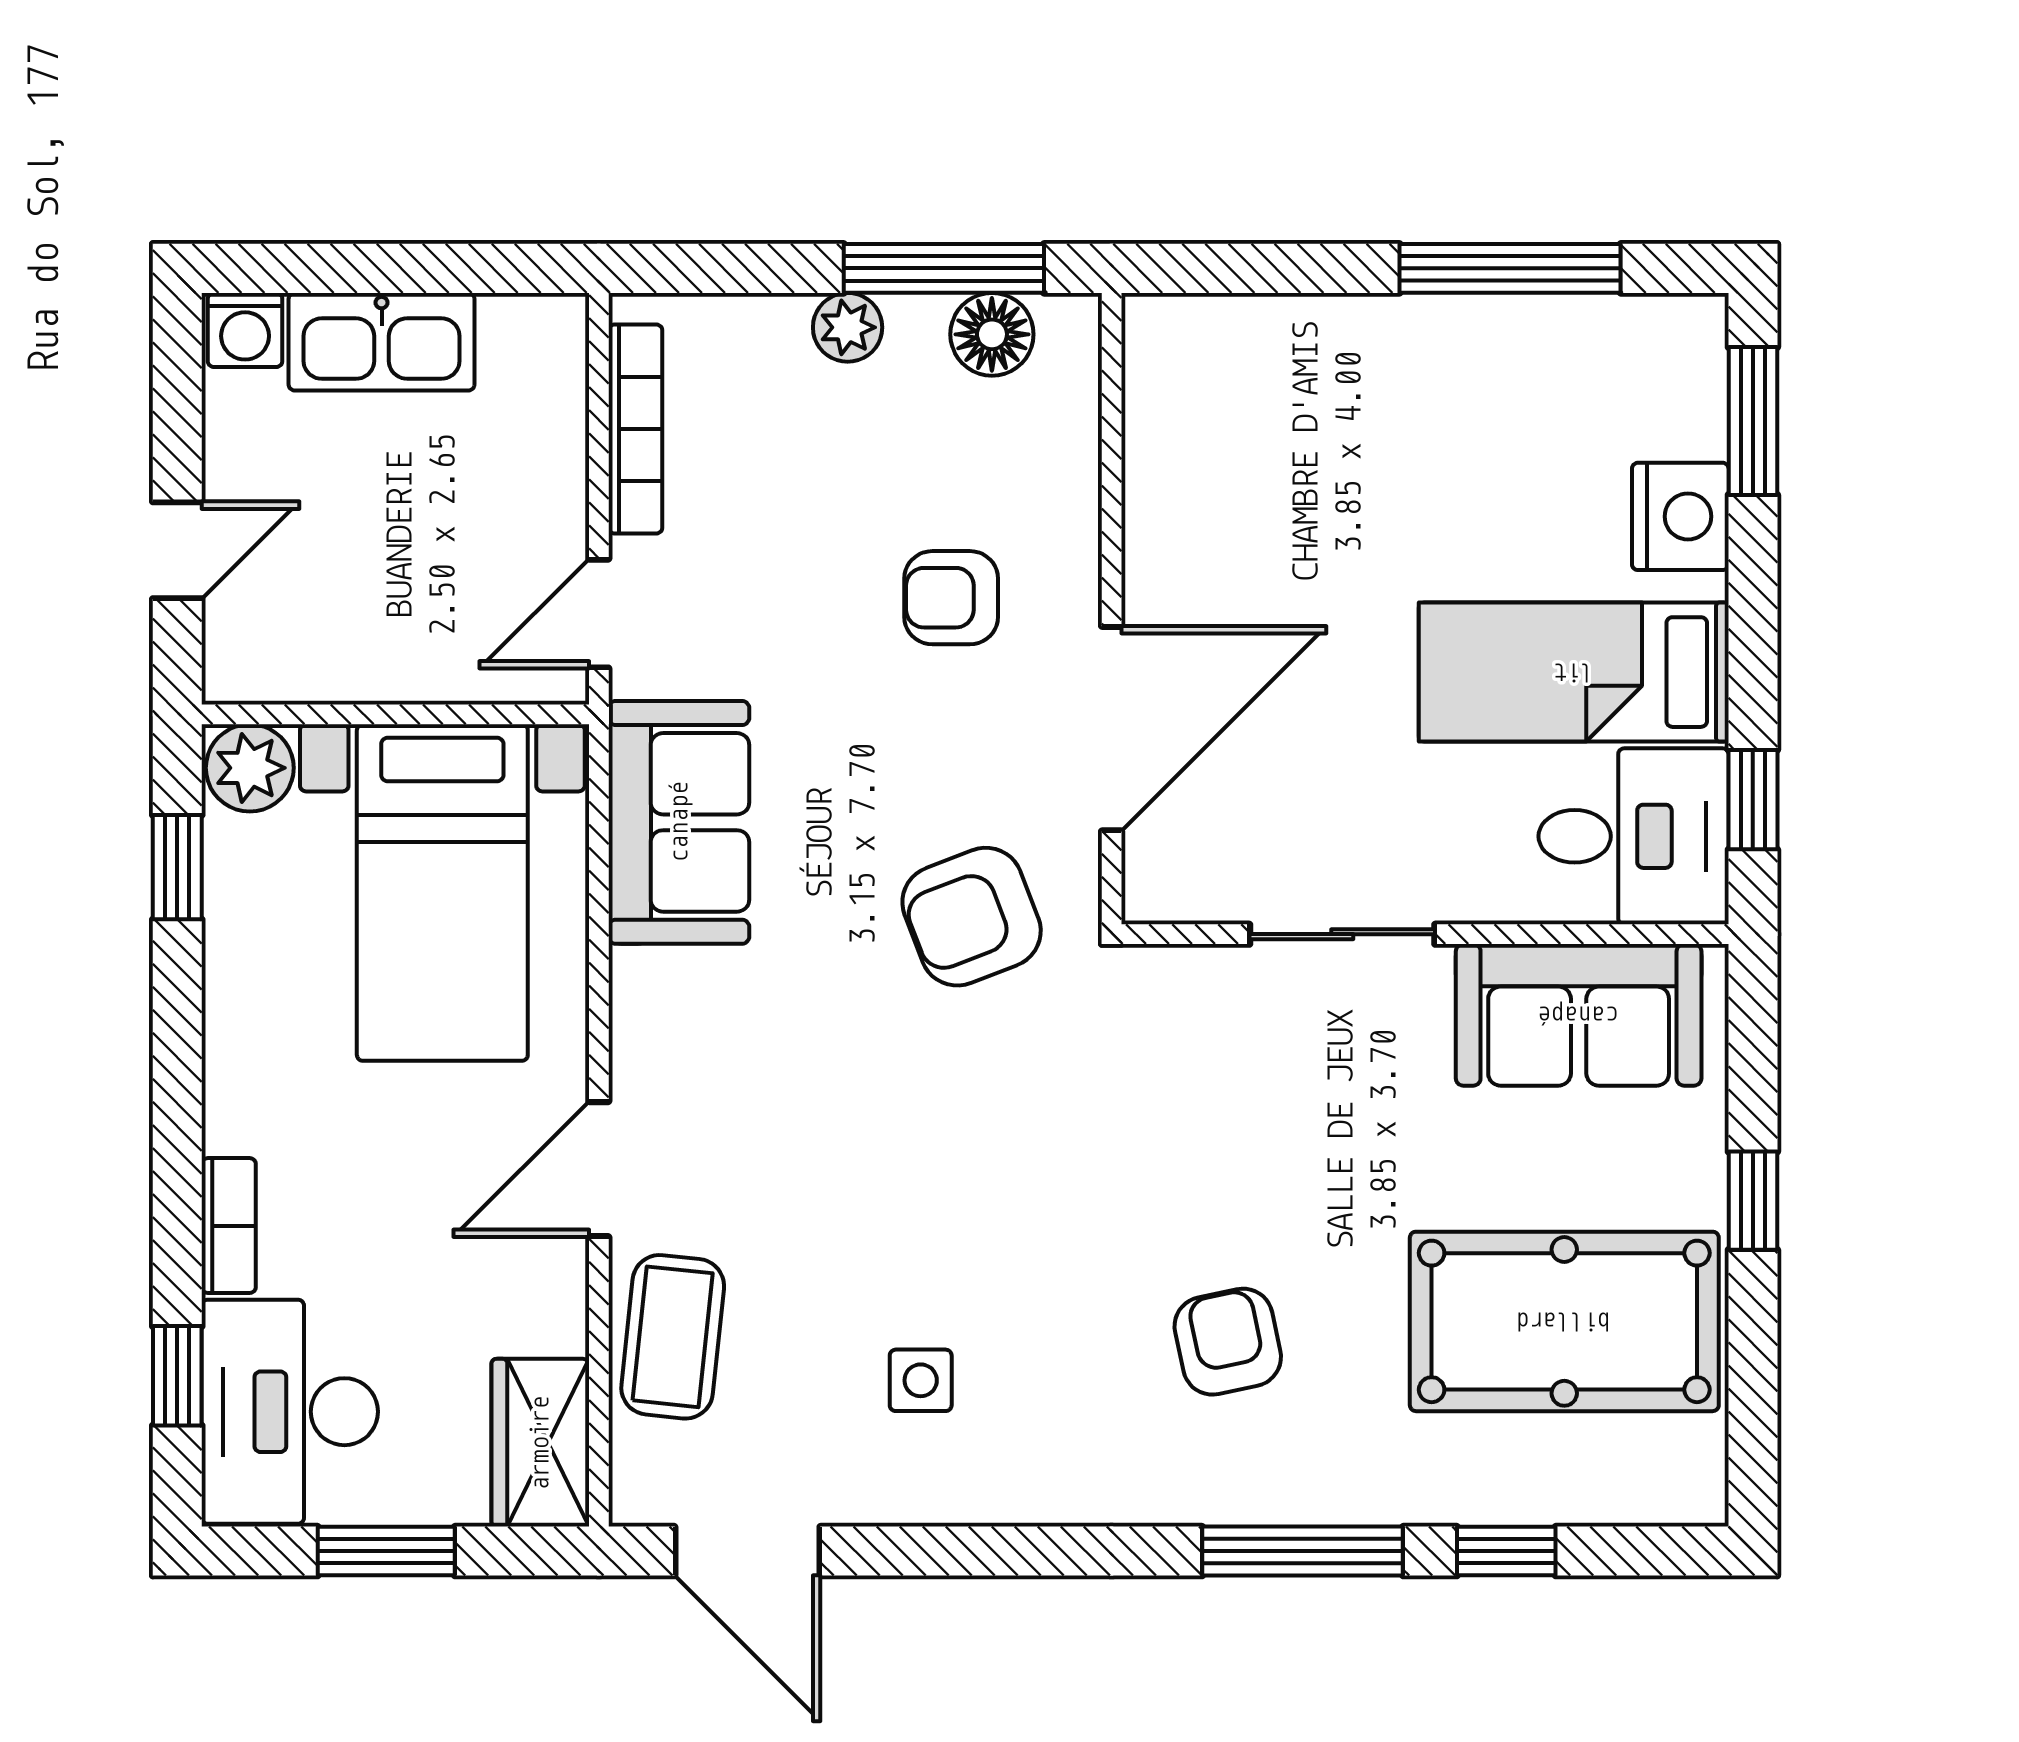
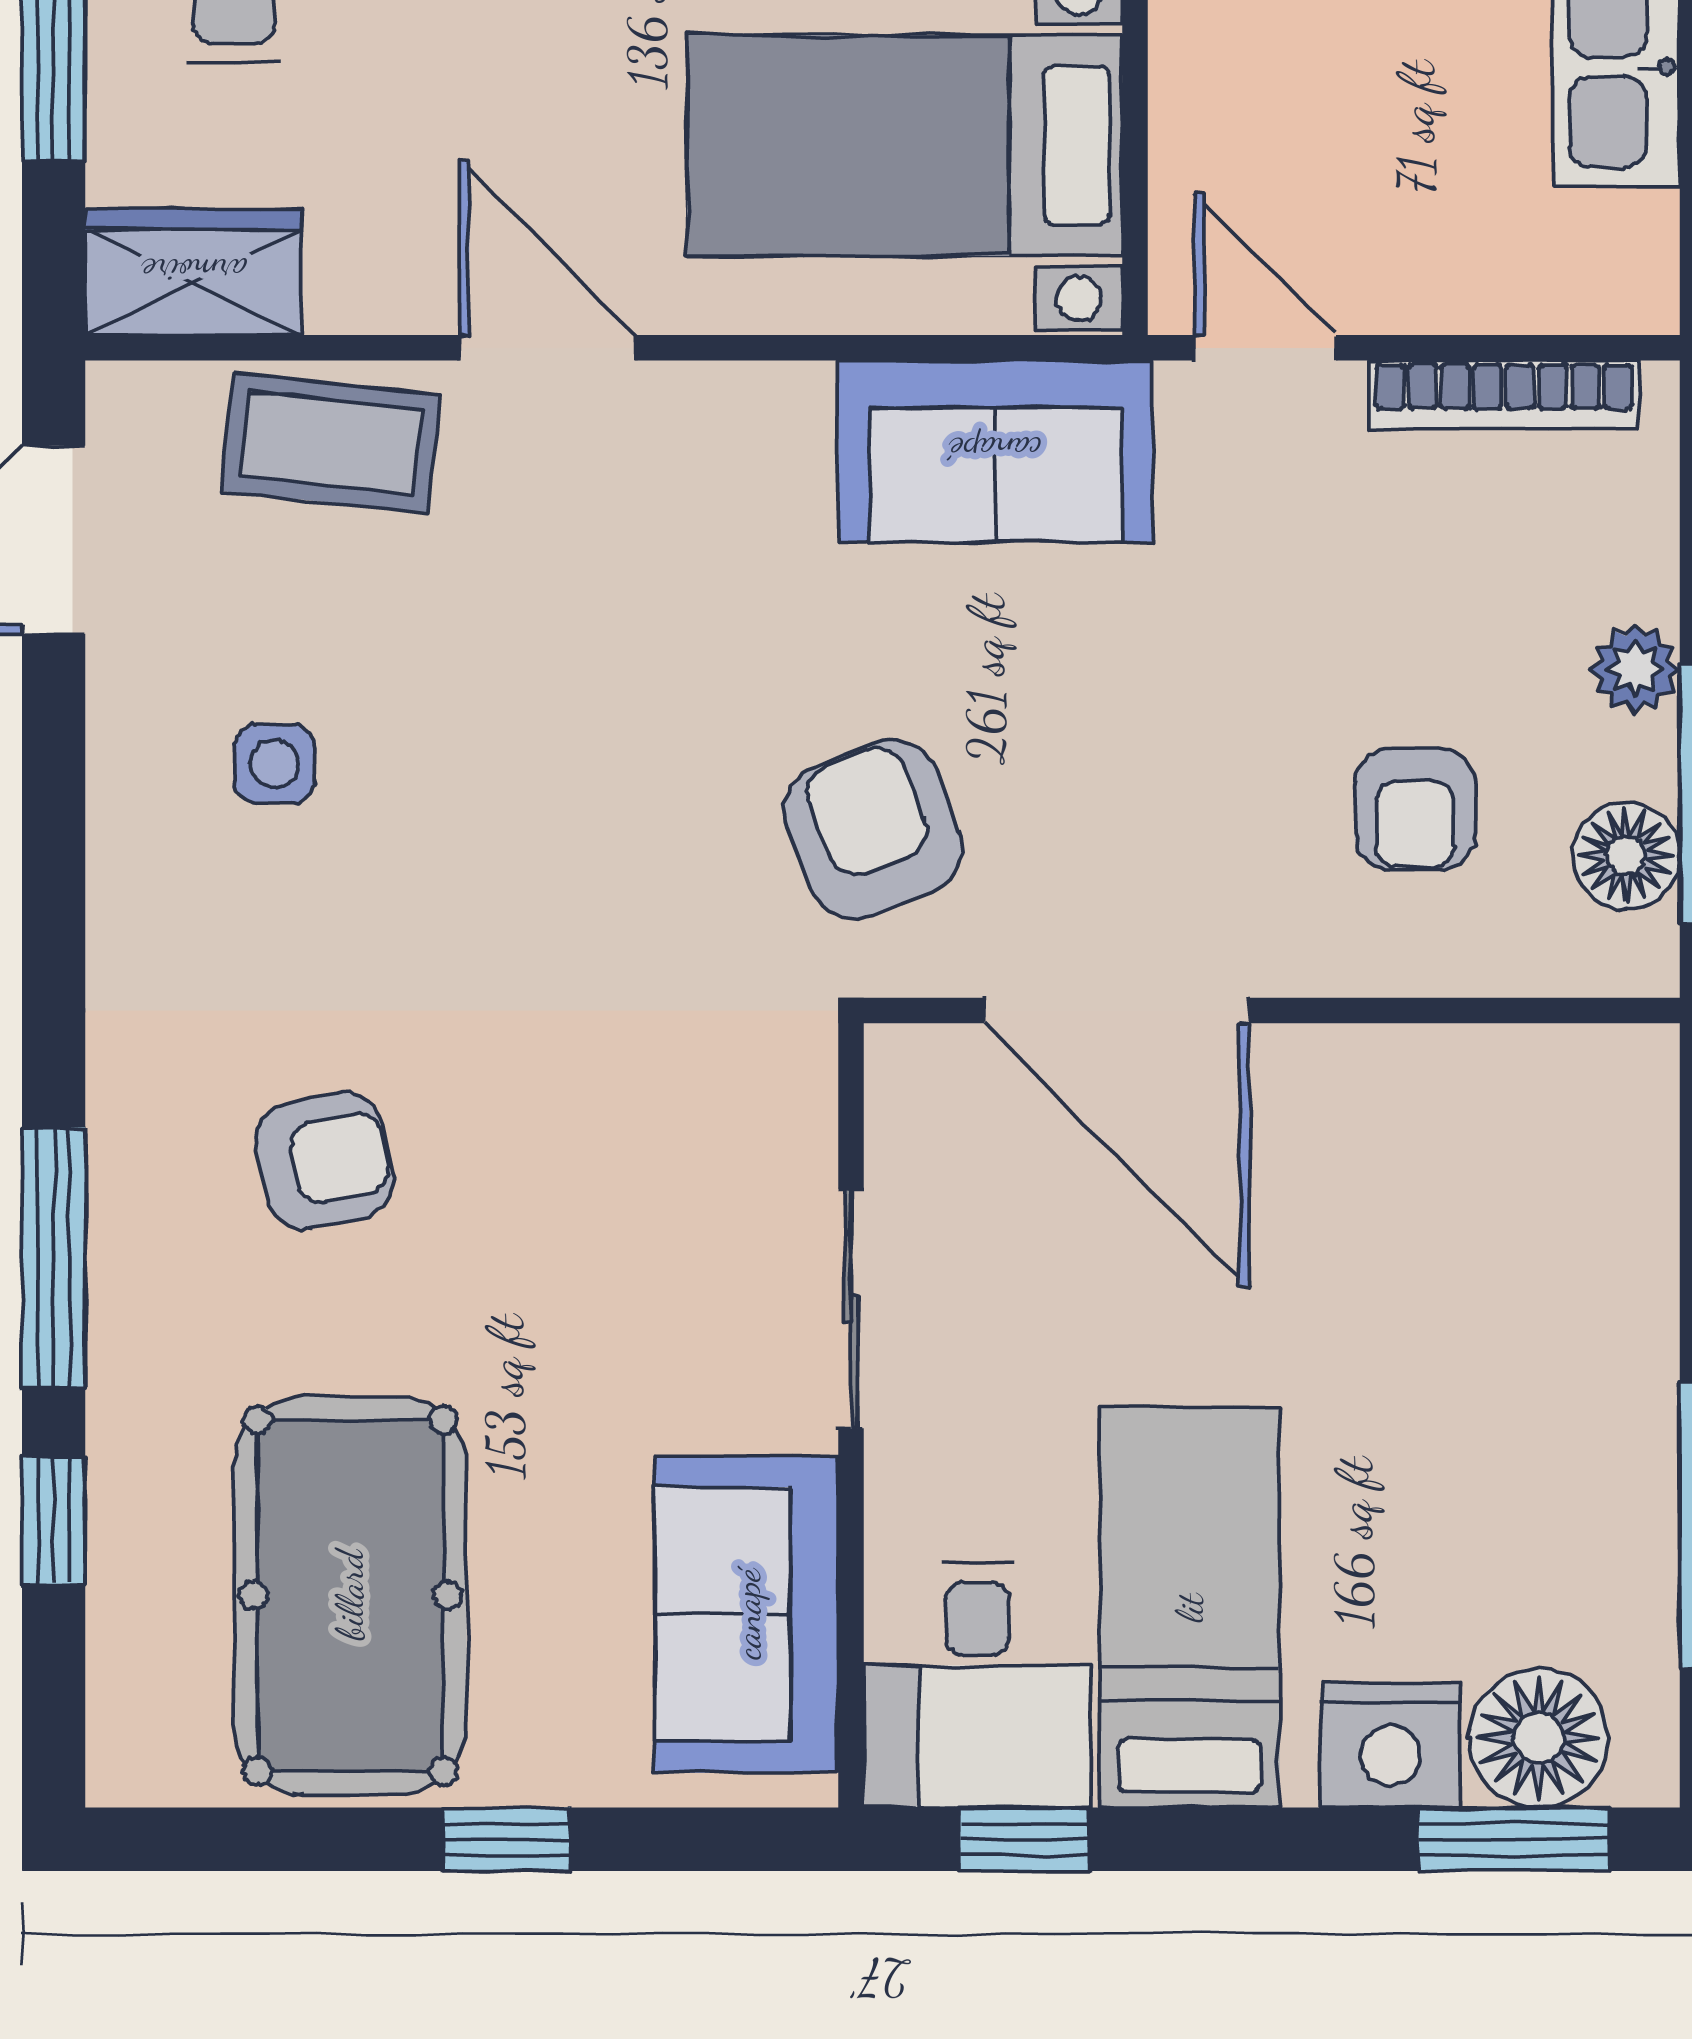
floor lamp: (1674, 402) -> (1539, 1738), added
armchair: (951, 598) -> (1415, 809), moved, turned 180

